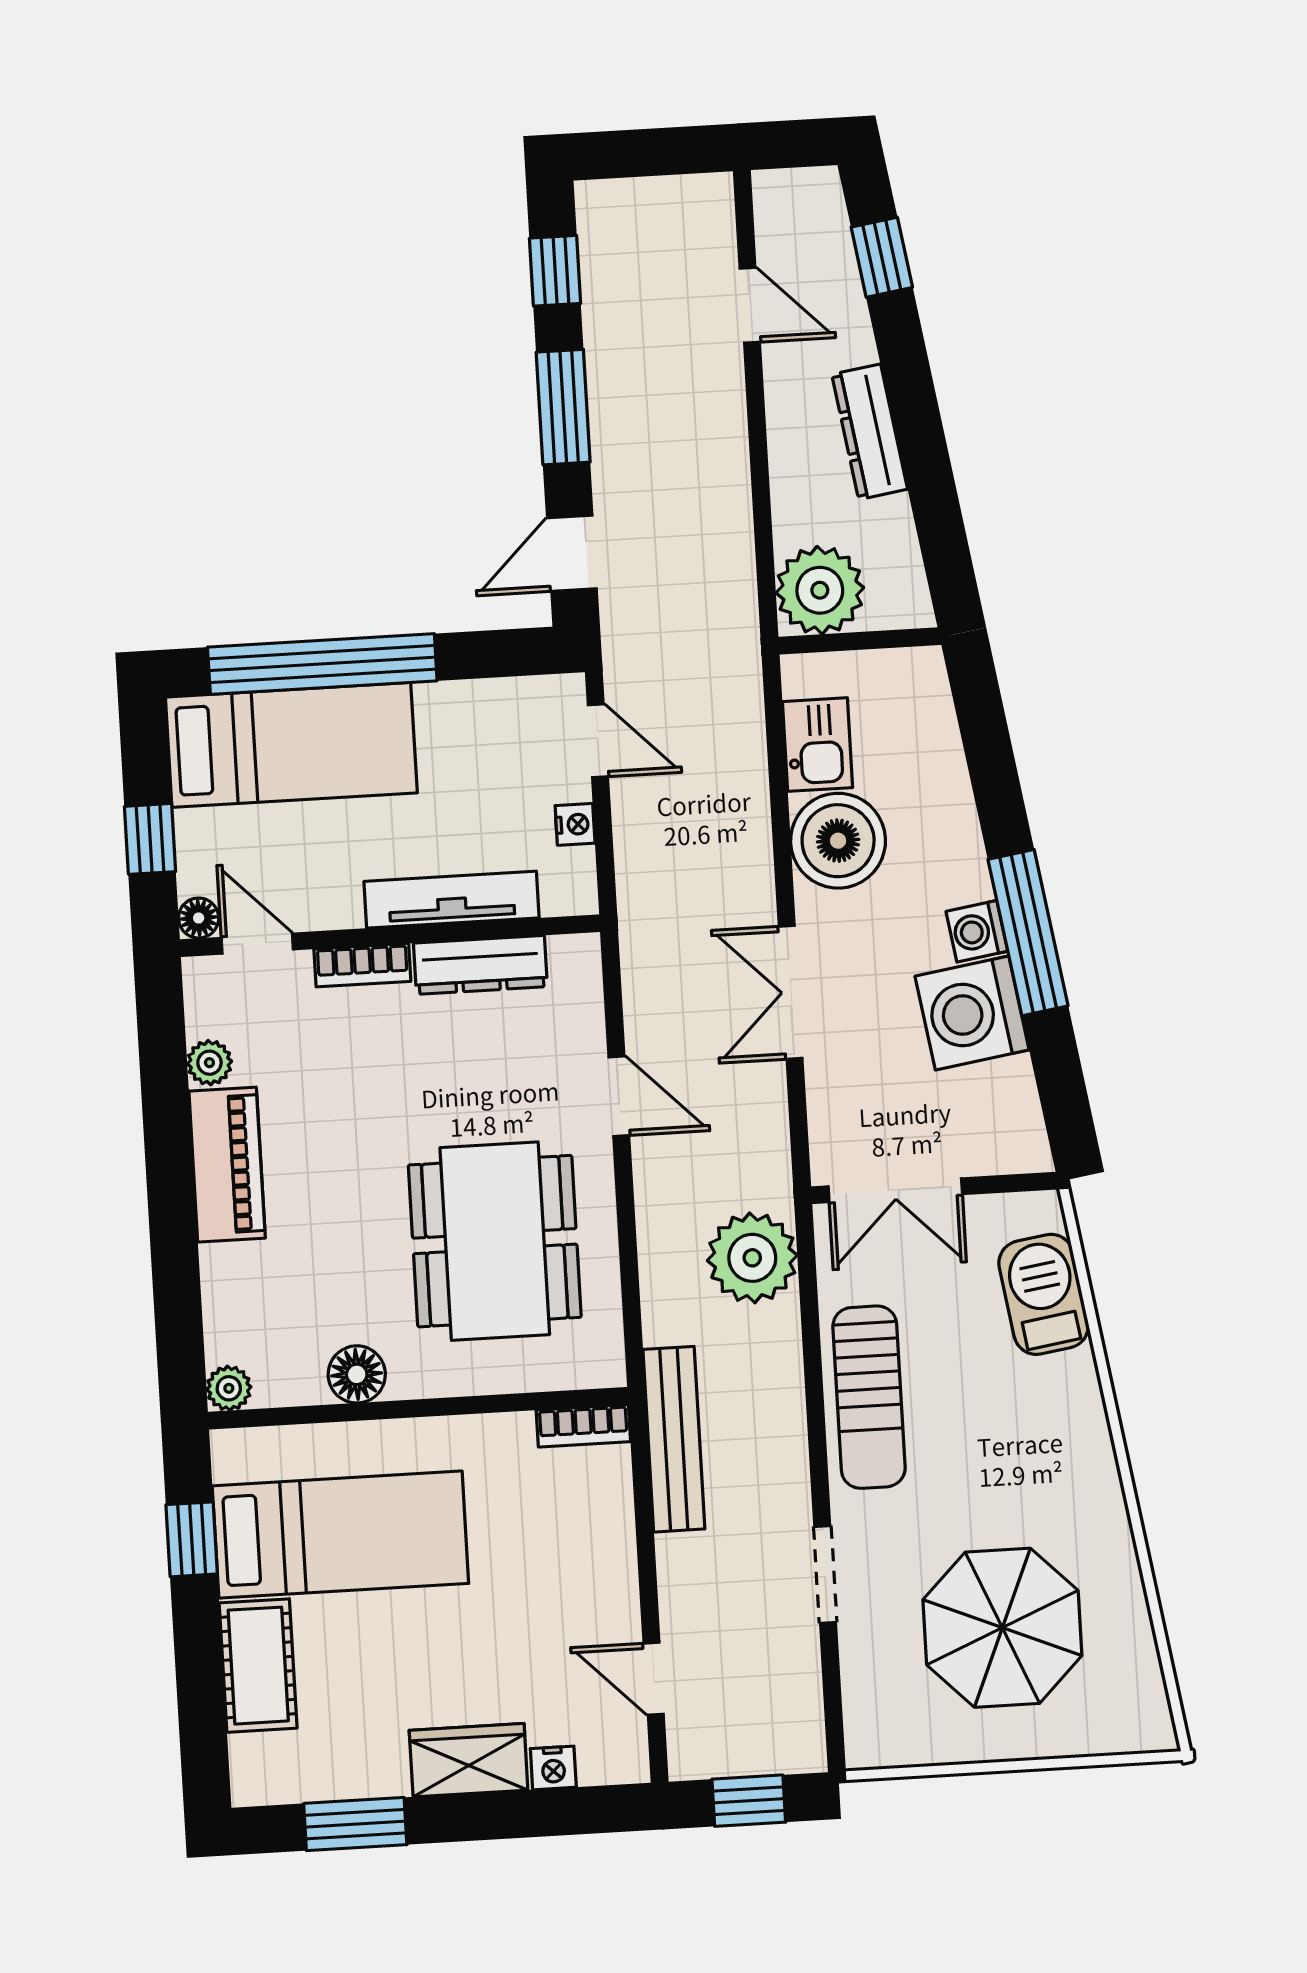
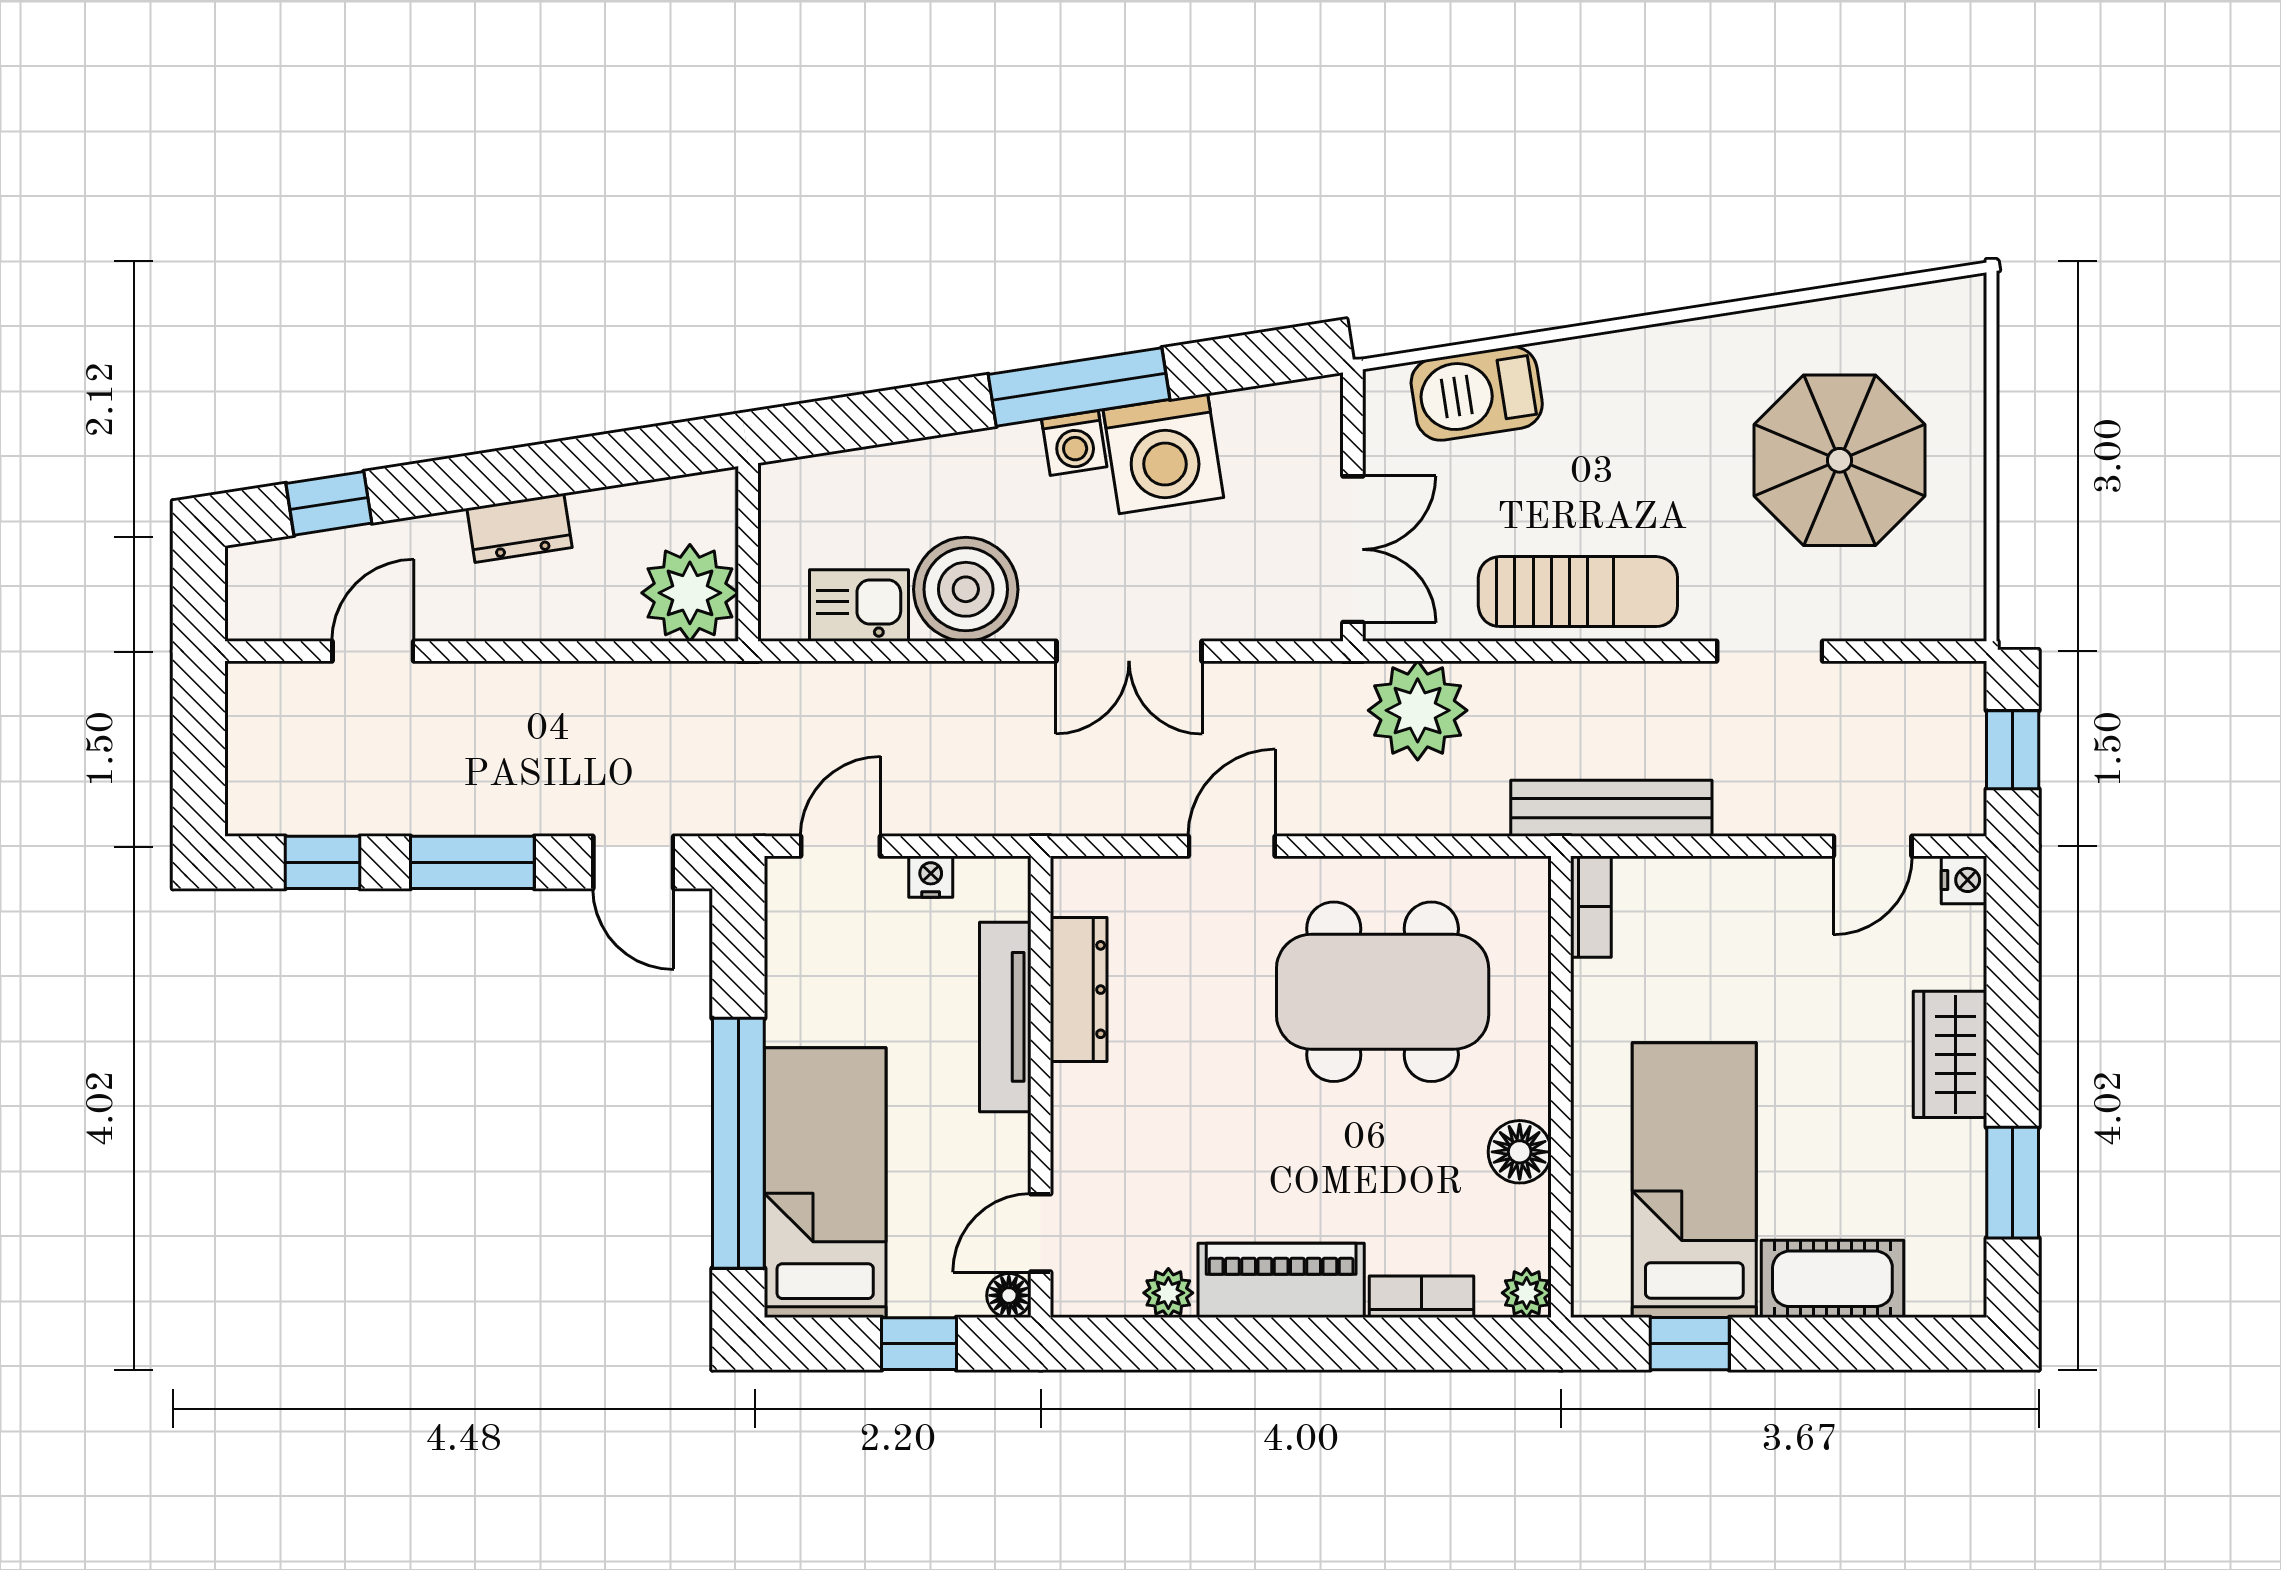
dresser: (870, 432) -> (519, 528), width x0.70
bookcase: (362, 965) -> (1421, 1297), moved, turned -90
nightstand: (553, 1768) -> (1964, 880), moved

